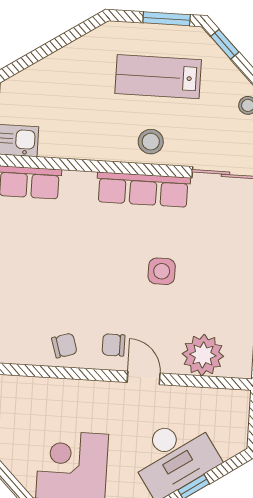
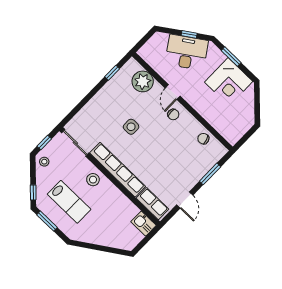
row of seats: (143, 190) -> (118, 170), width x1.36
chair: (64, 346) -> (203, 139), moved

